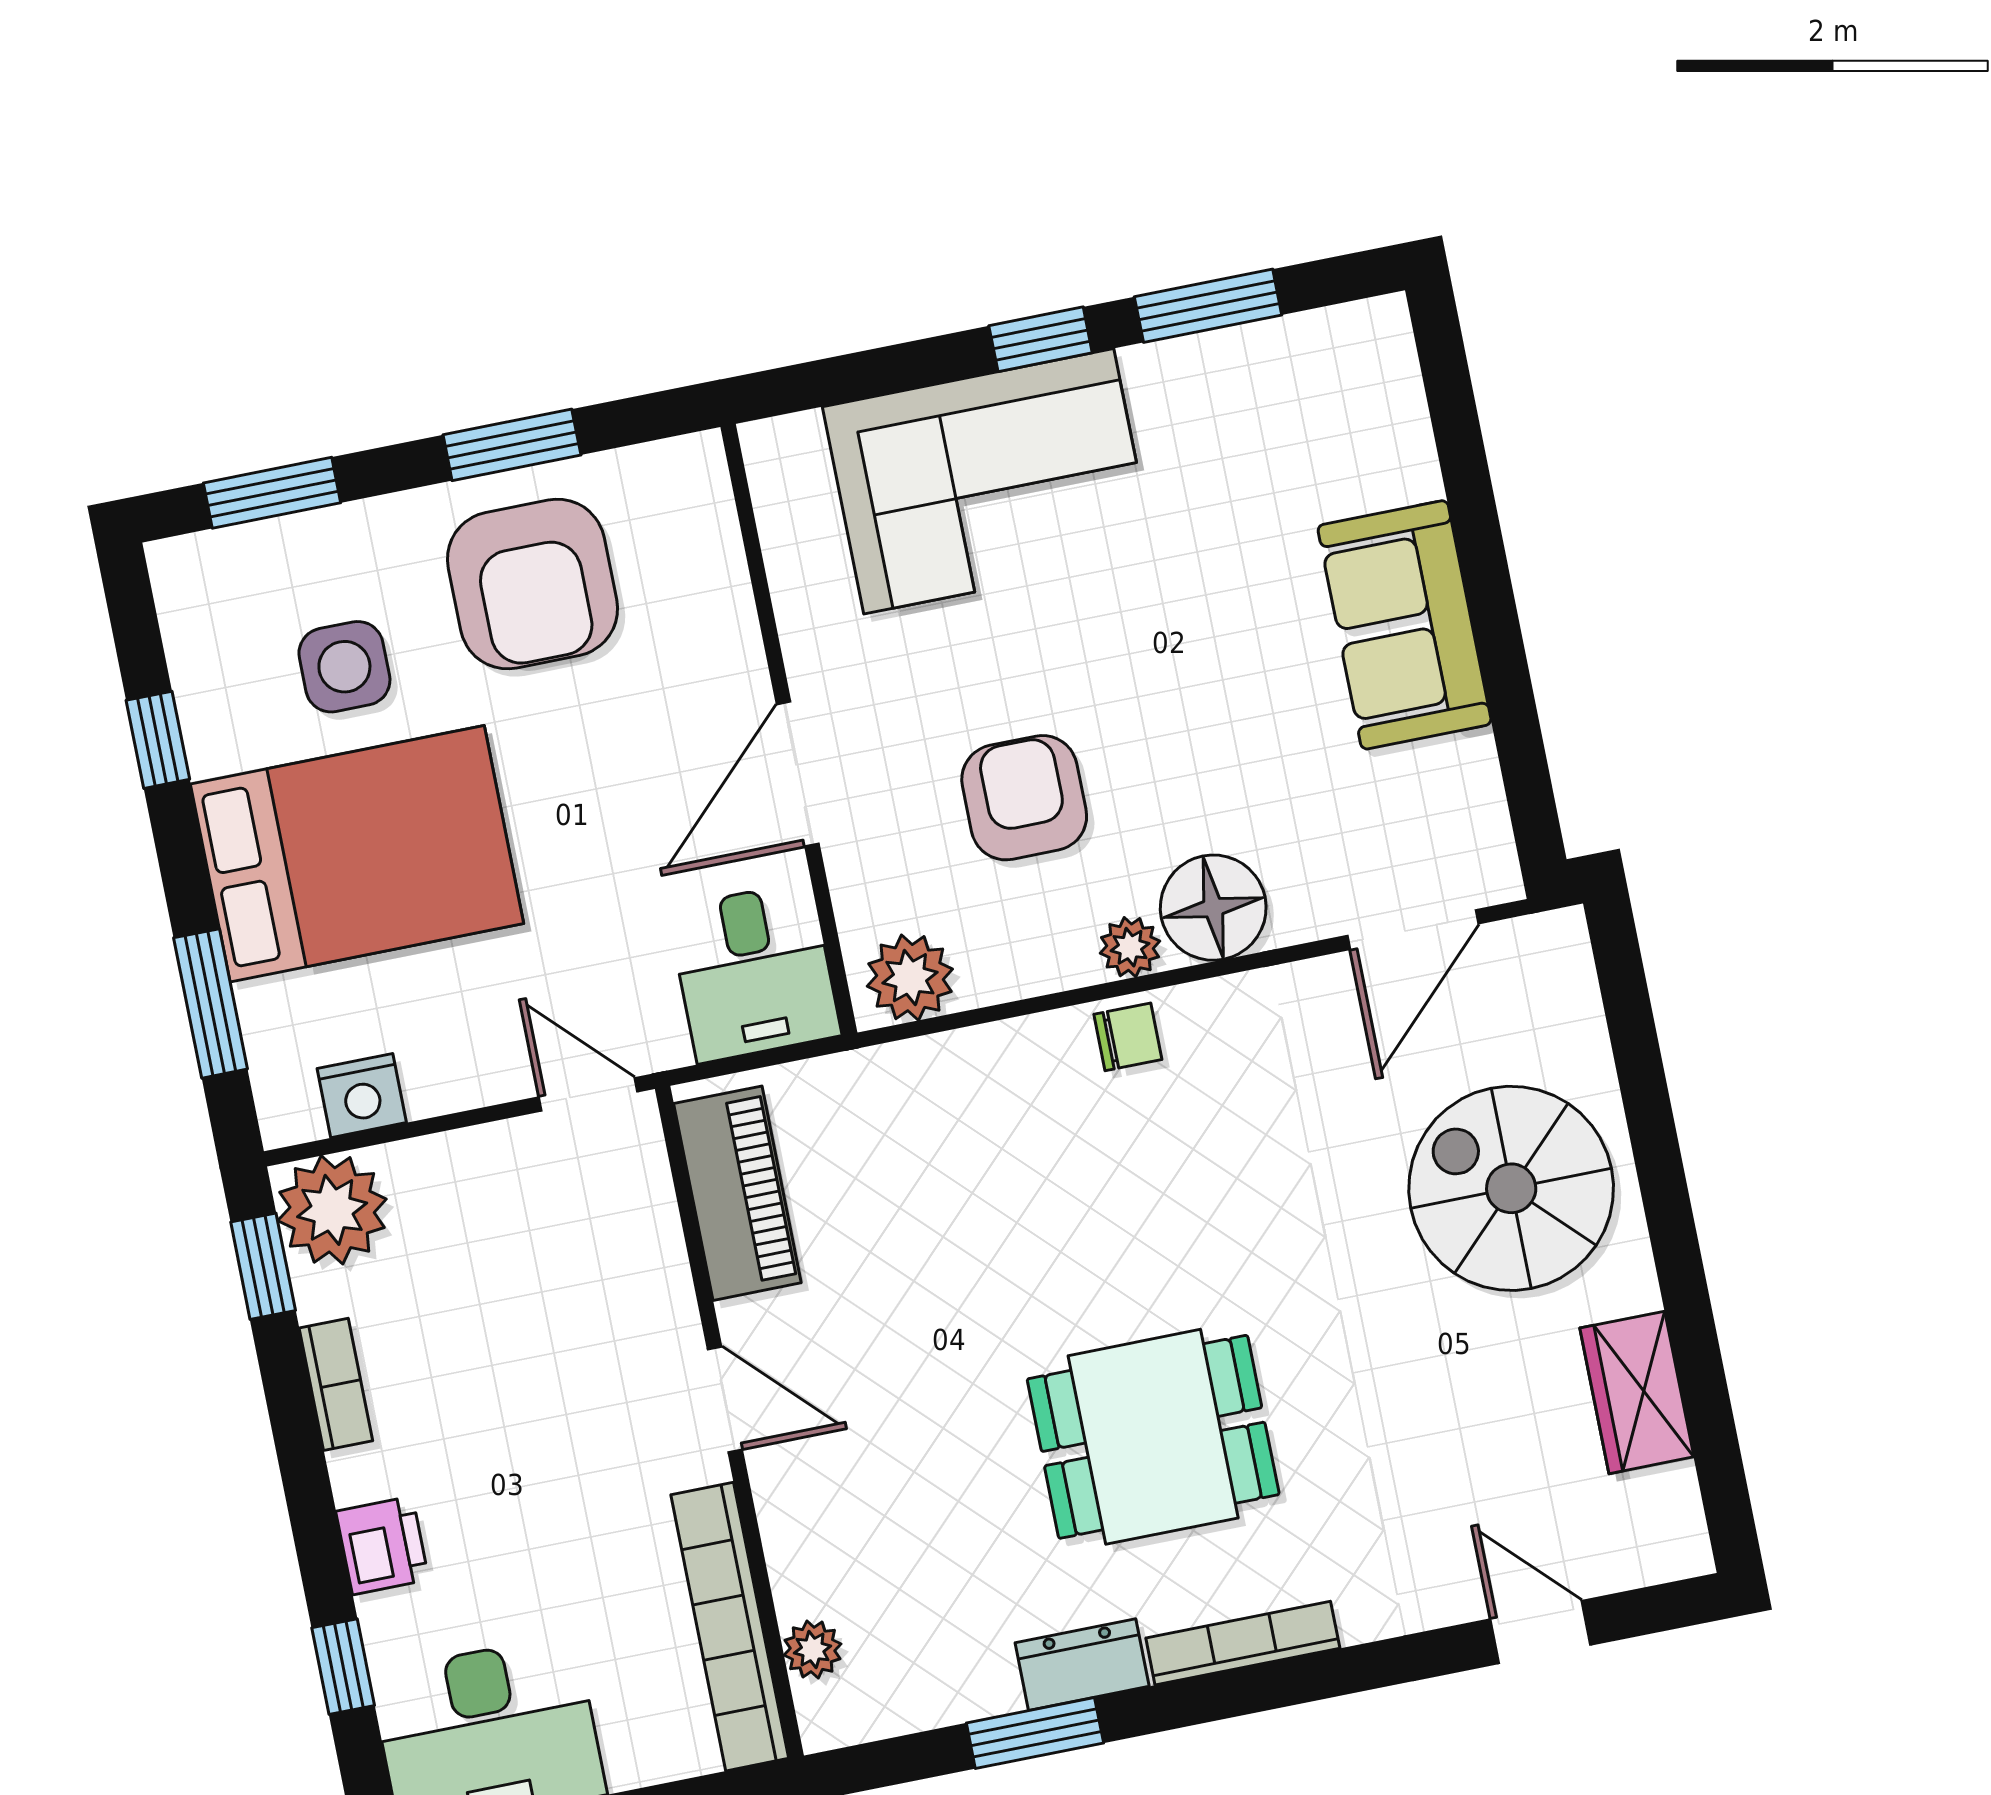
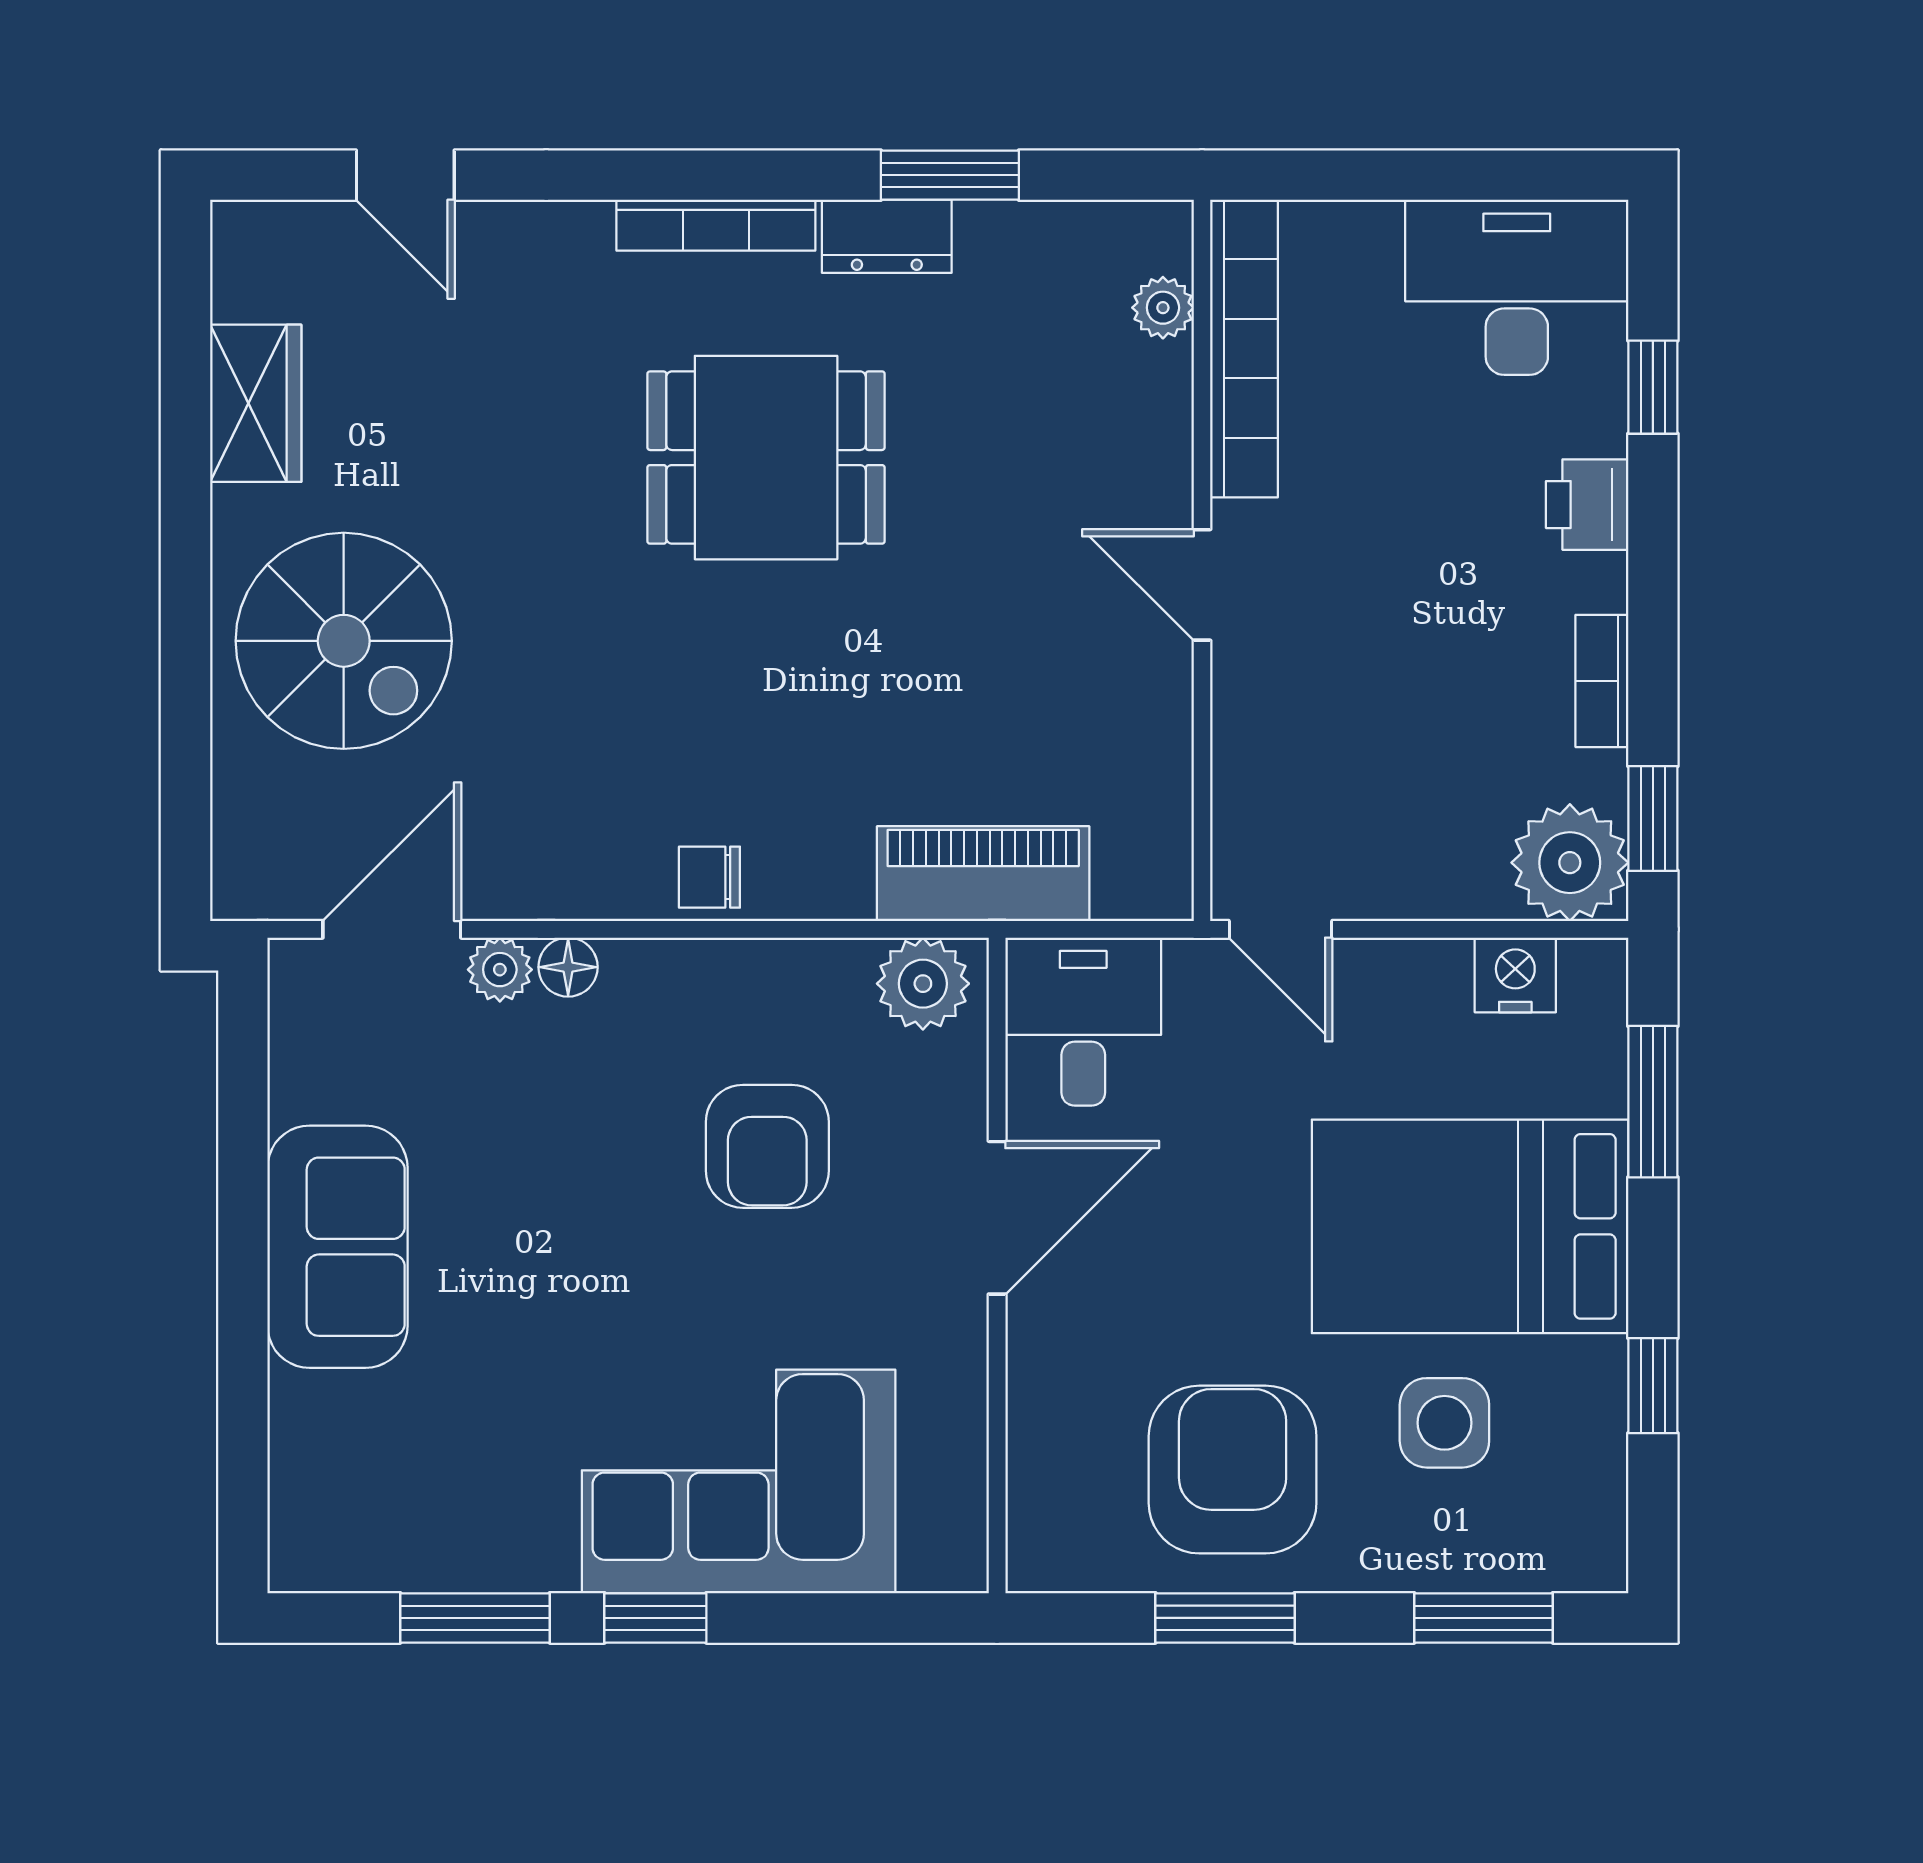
floor lamp: (1213, 908) -> (568, 967), width x0.53, depth x0.53
plant: (1130, 947) -> (500, 970), moved
piano: (737, 1193) -> (983, 874), moved, turned 90

